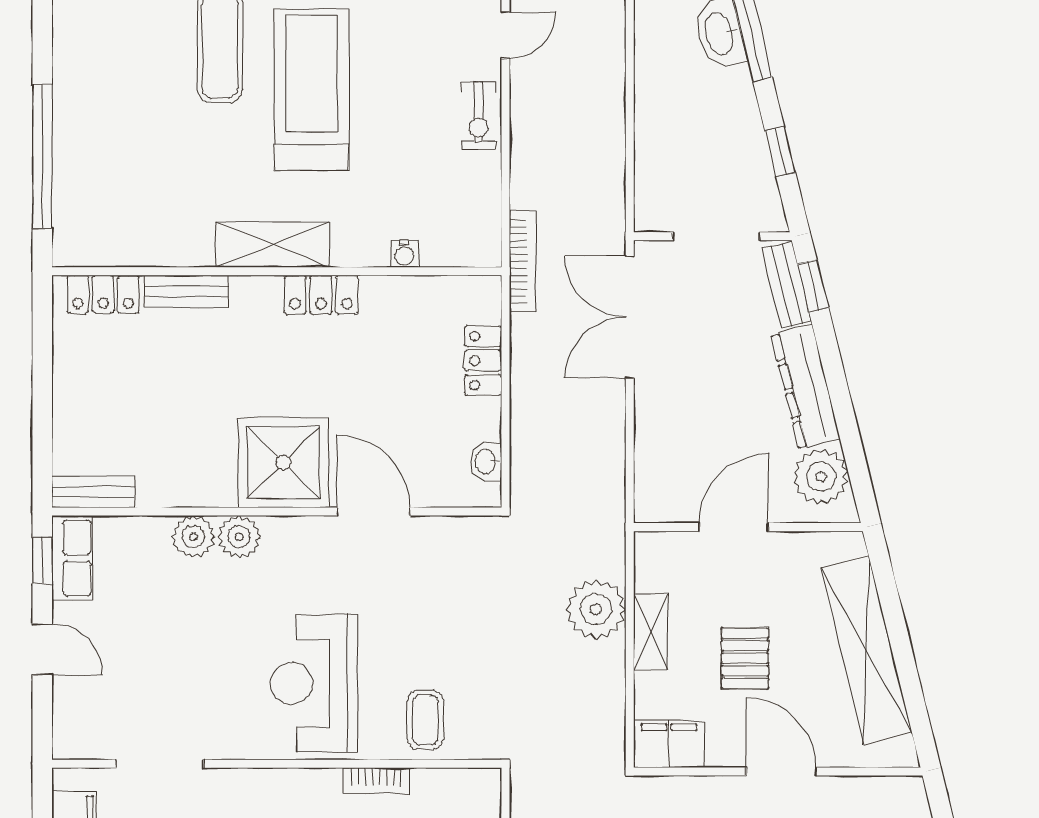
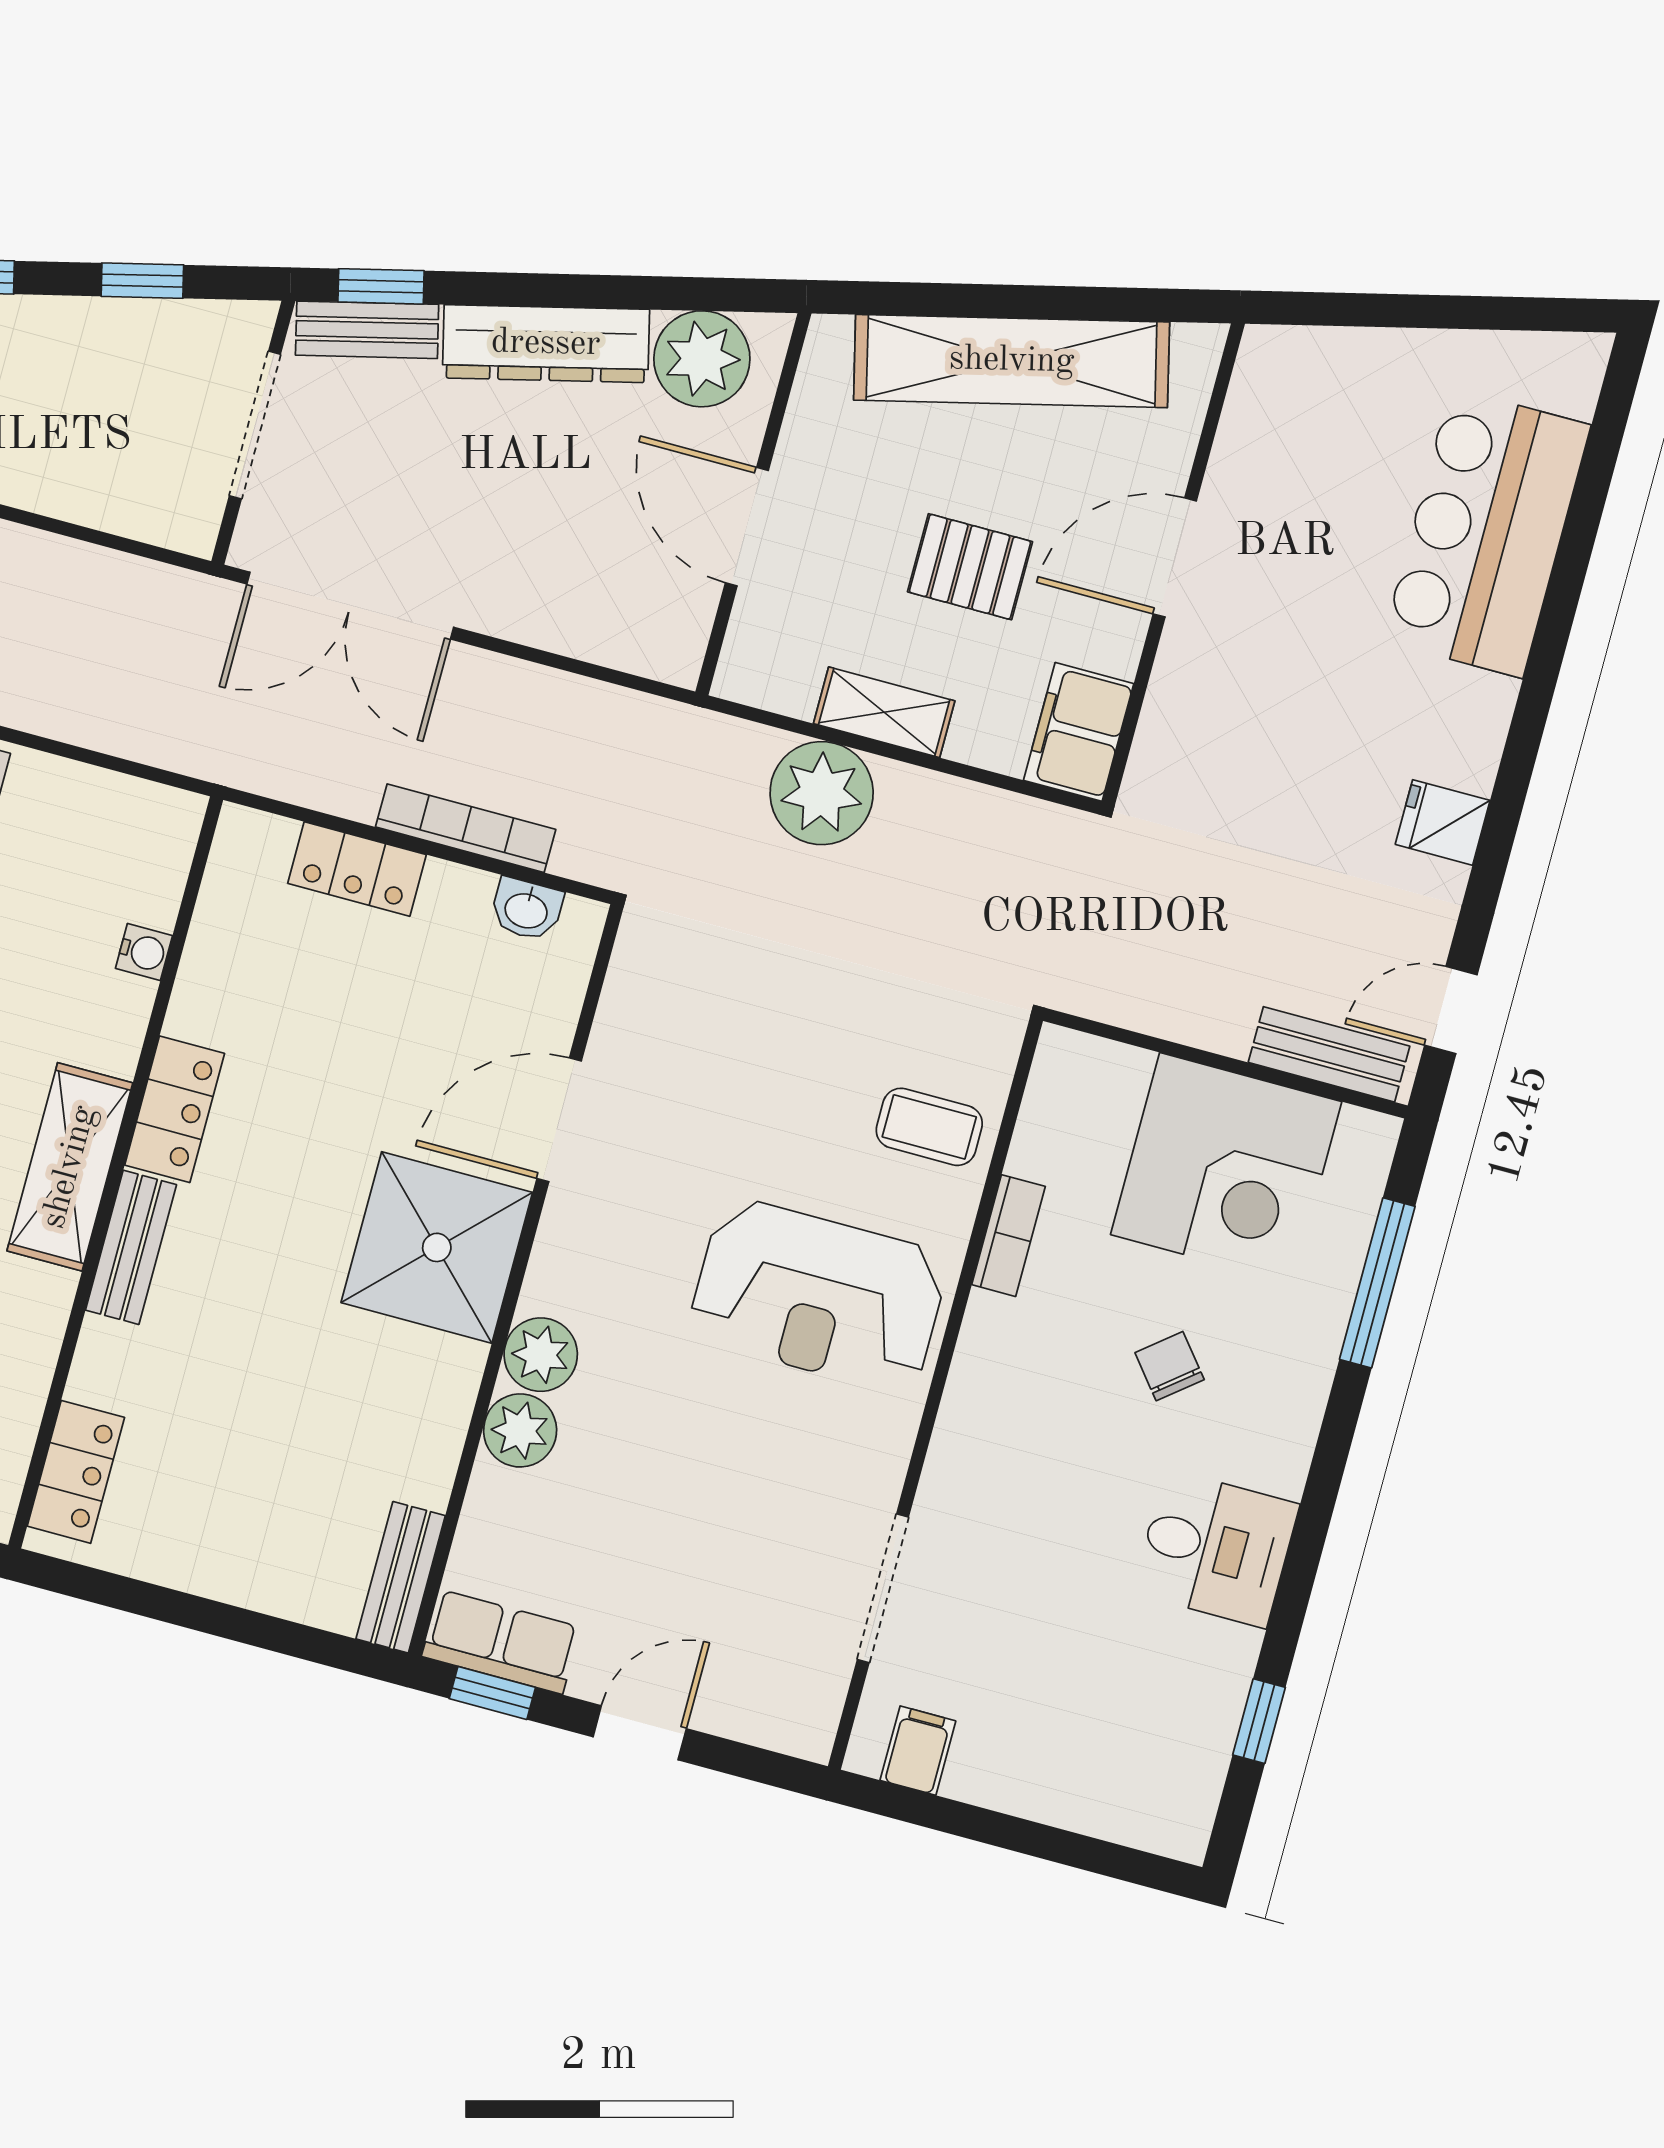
bookcase: (522, 261) -> (466, 828), moved
bench: (186, 291) -> (131, 1247), moved

